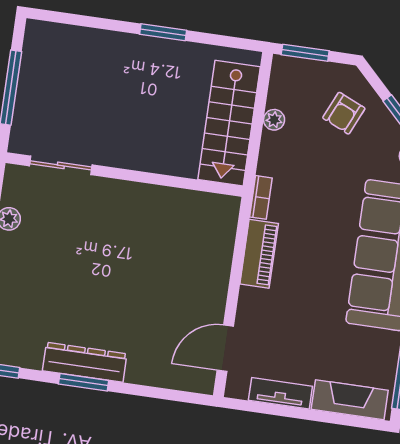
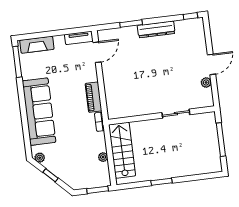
armchair: (344, 113) -> (74, 168), removed
sliding door: (61, 165) -> (176, 114), moved
window: (84, 382) -> (131, 24), moved
tv unit: (280, 393) -> (79, 38), moved

